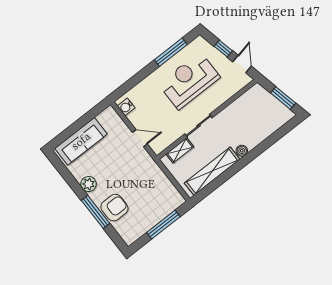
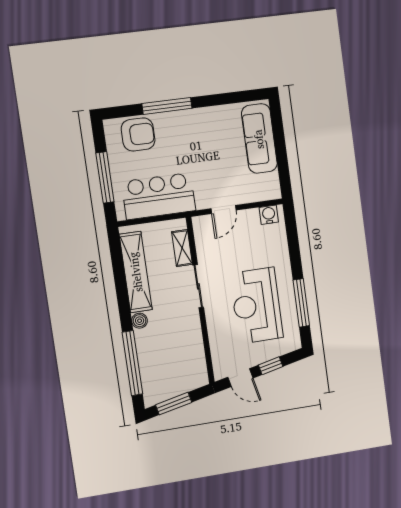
reception desk: (189, 81) -> (257, 306), turned 180
window: (272, 140) -> (132, 363), added
plant: (89, 184) -> (205, 117), removed
bar counter: (155, 184) -> (159, 196), added
armchair: (114, 208) -> (138, 134), moved, turned -90

